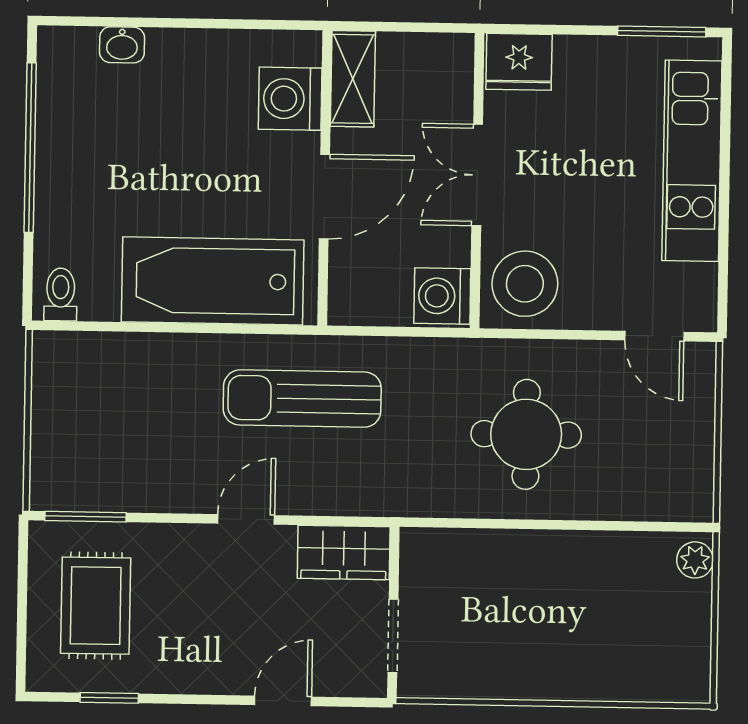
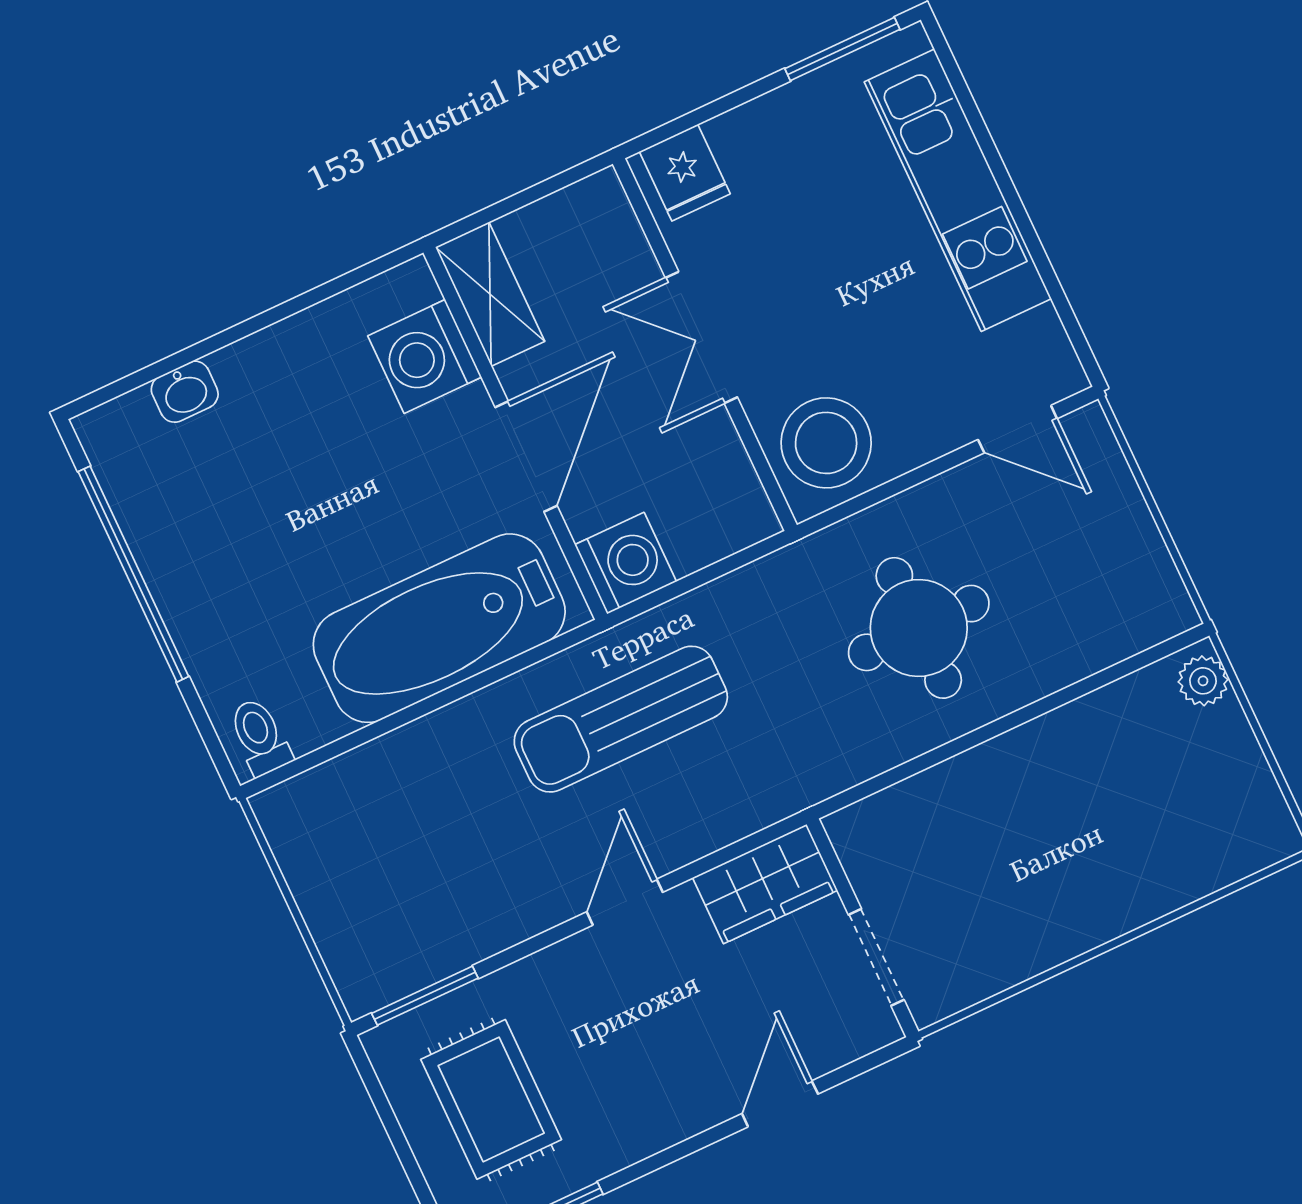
fridge: (519, 62) -> (685, 173), width x0.72
washing machine: (442, 296) -> (626, 563), moved, turned 180

